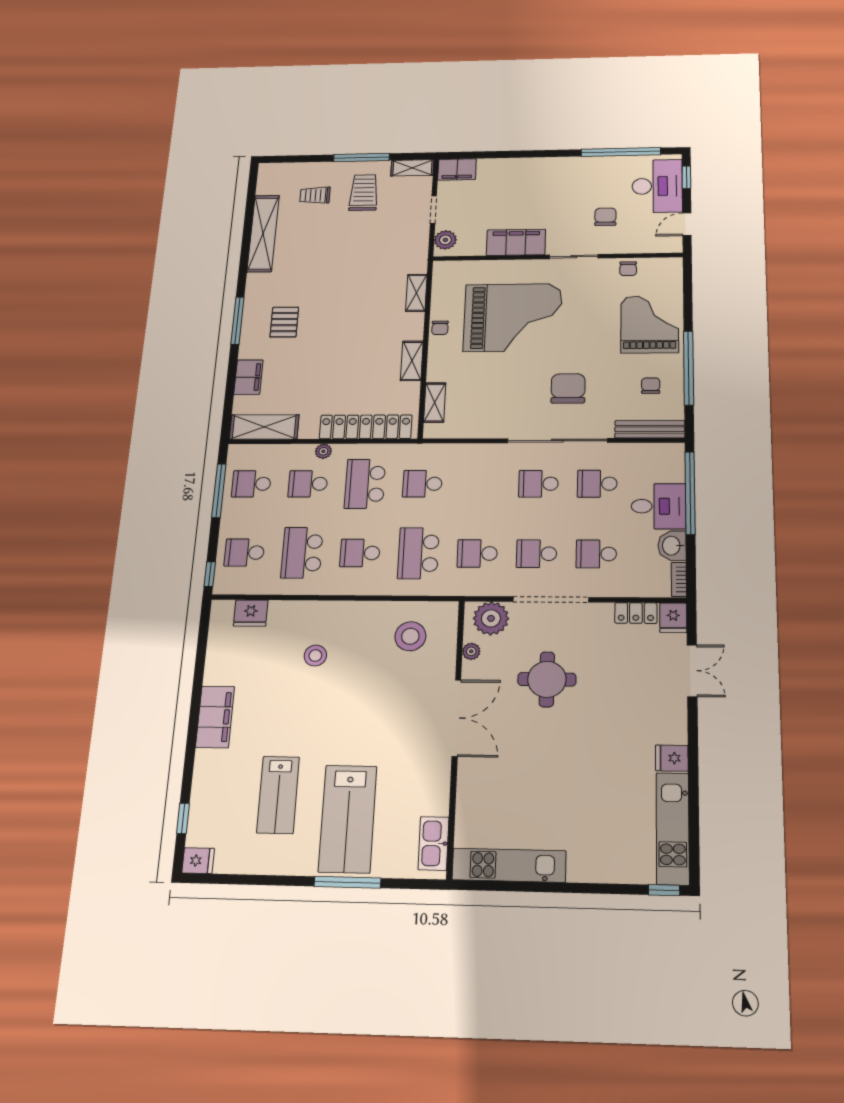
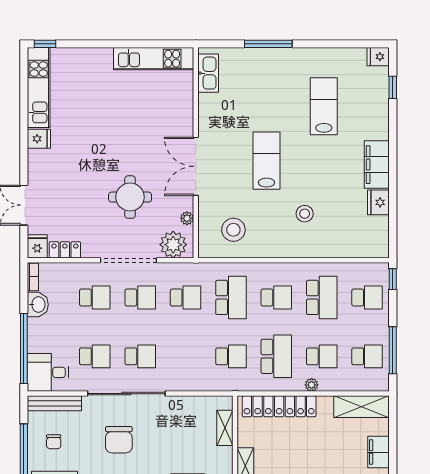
desk: (658, 506) -> (48, 372), moved
fridge: (251, 613) -> (378, 202), moved, turned -90
lab bench: (348, 819) -> (266, 161), moved, width x0.73, depth x0.72

